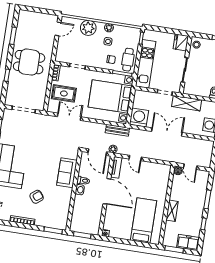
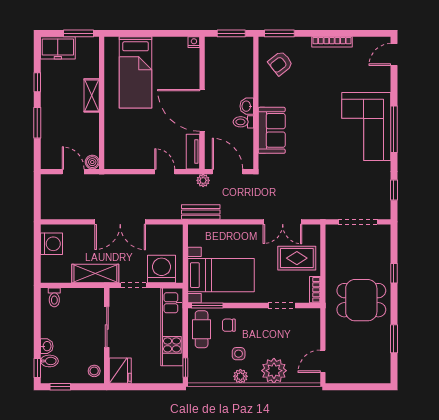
bed with nightstands: (110, 96) -> (221, 275), width x0.73
washing machine: (139, 118) -> (162, 269), moved, turned 180
armchair: (37, 197) -> (280, 63), moved

